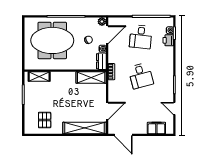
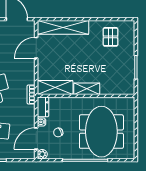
meeting table: (52, 40) -> (101, 132), turned 90
shelving: (39, 76) -> (87, 89), moved

